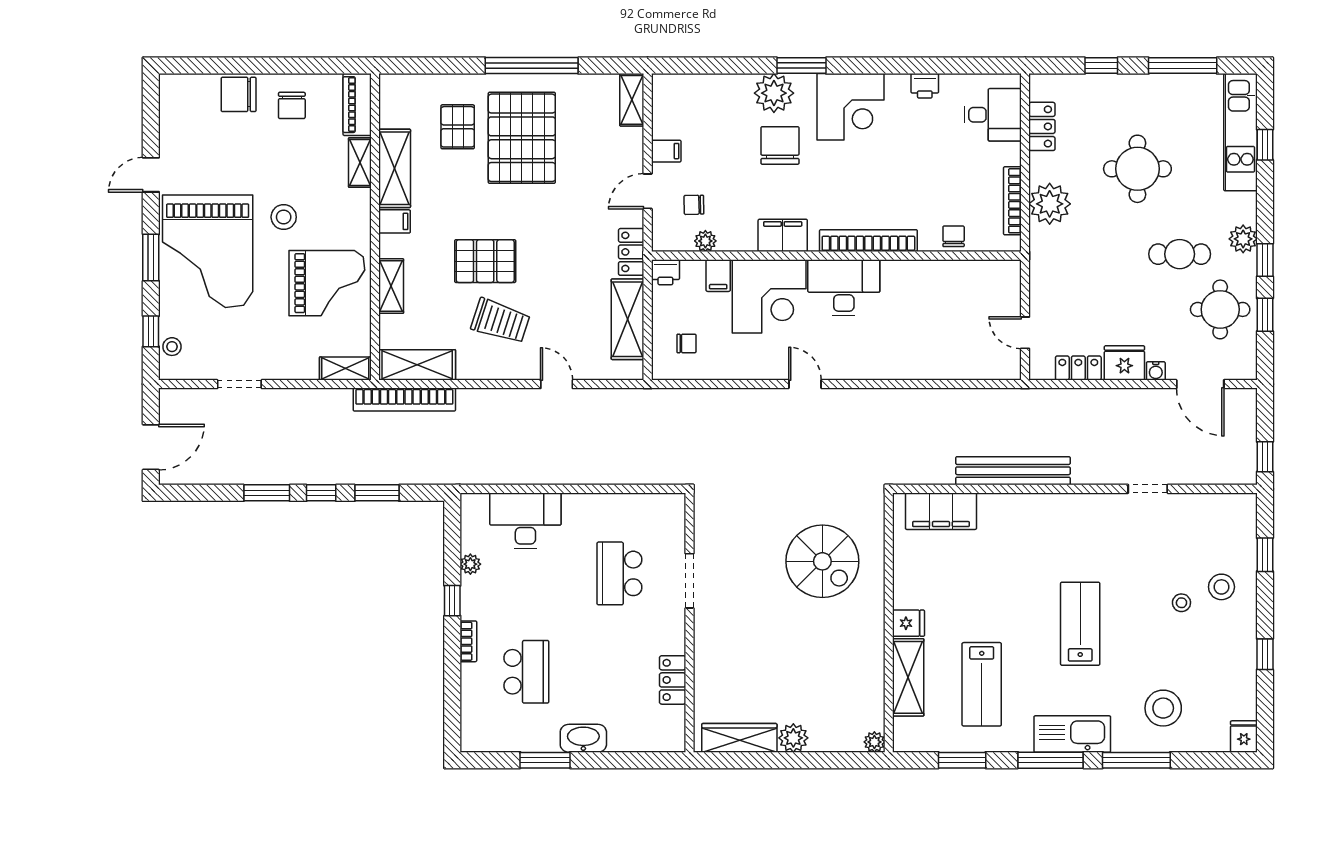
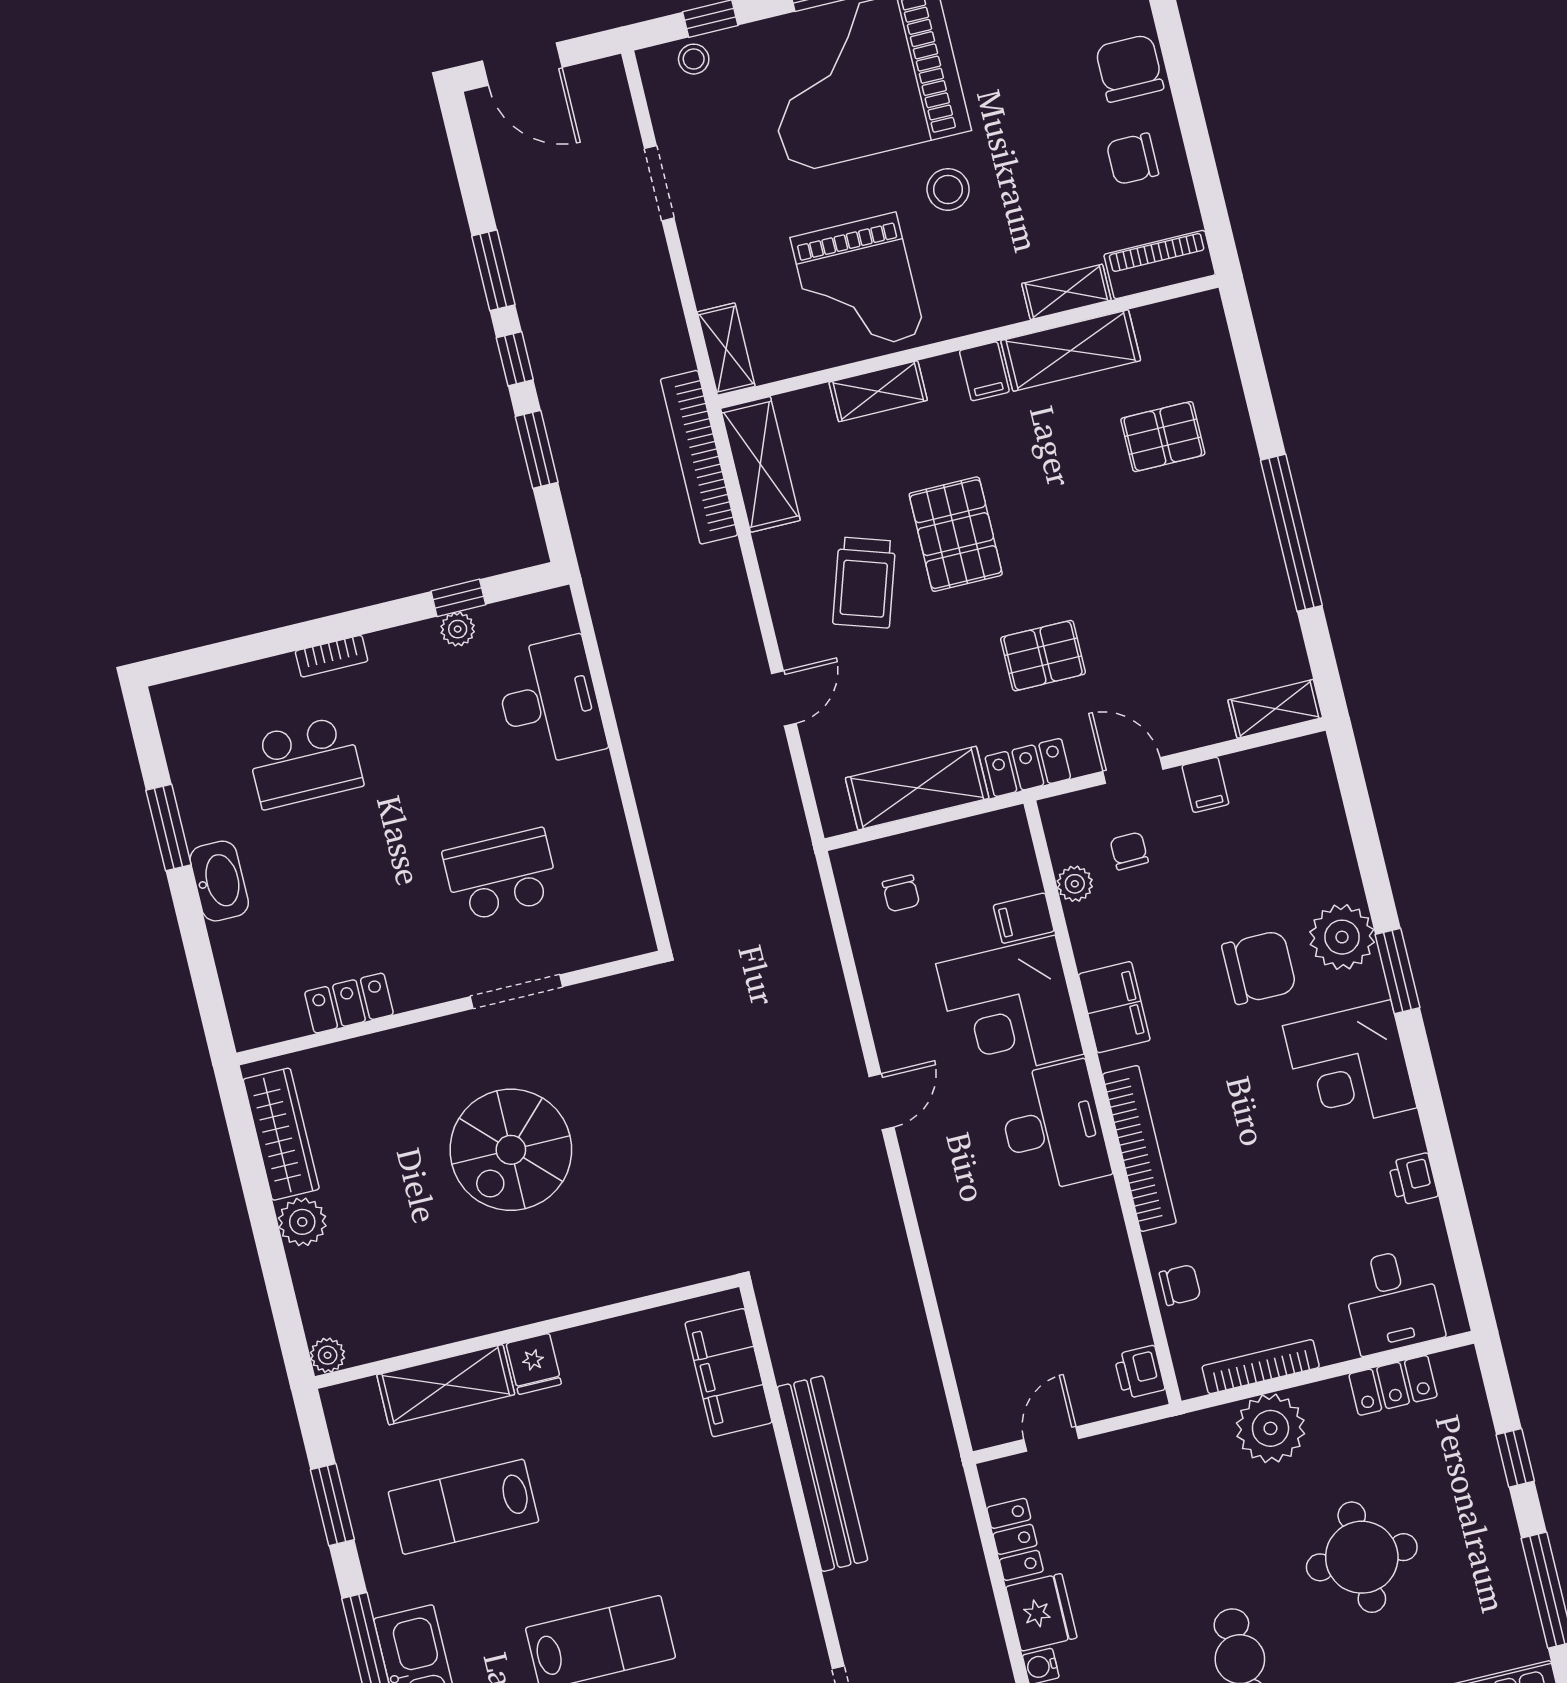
pallet: (522, 138) -> (1043, 656), moved, width x0.49, depth x0.50
printer: (665, 272) -> (1139, 1372), moved
spiral stairs: (822, 561) -> (511, 1150), moved
window: (452, 601) -> (458, 598), moved

